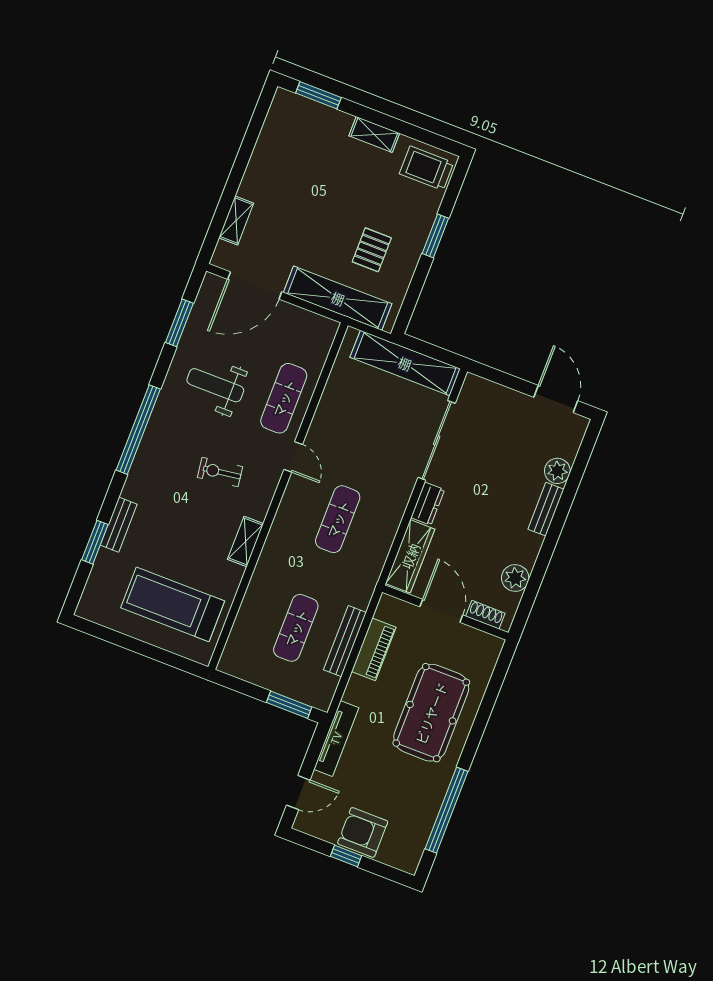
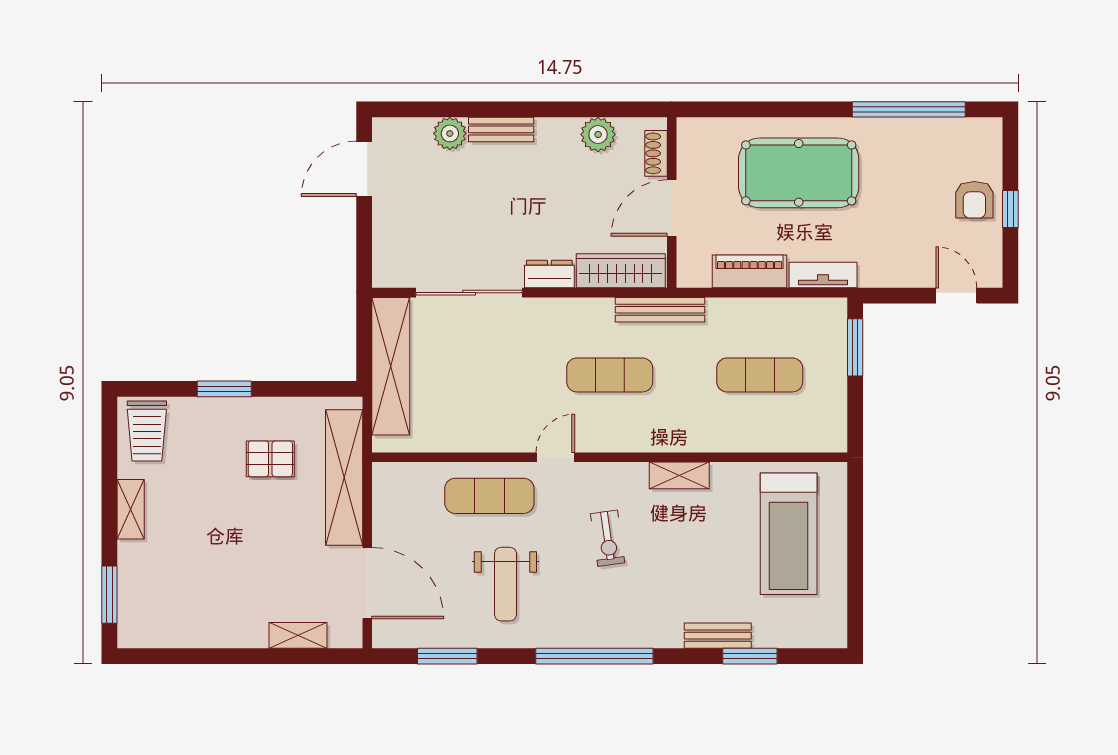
bench: (345, 641) -> (660, 310), moved
tv unit: (336, 738) -> (823, 275), moved, width x0.71
armchair: (363, 832) -> (974, 200), width x0.72, depth x0.72

